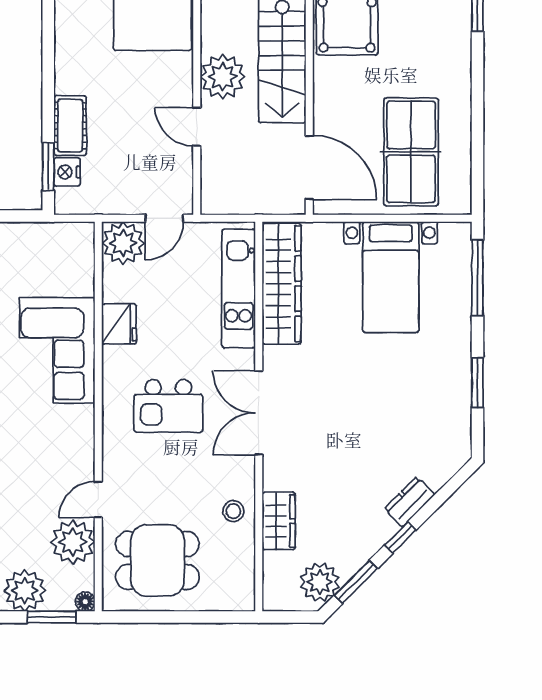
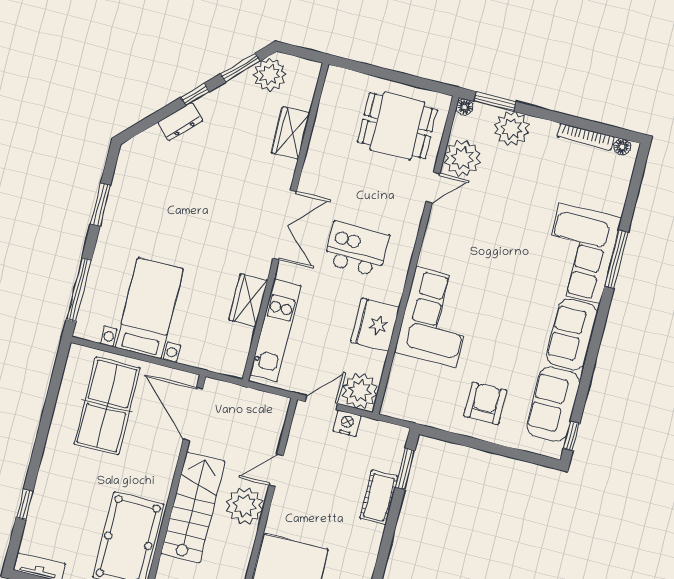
door: (197, 127) -> (276, 470), swing flipped
nightstand: (67, 172) -> (347, 423), moved, turned -90
wardrobe: (282, 284) -> (248, 300), width x0.48, depth x0.85
fridge: (119, 324) -> (375, 325), width x1.36, depth x1.34
stool: (233, 511) -> (325, 150), removed

